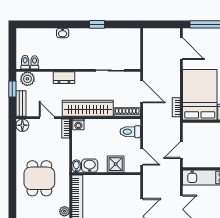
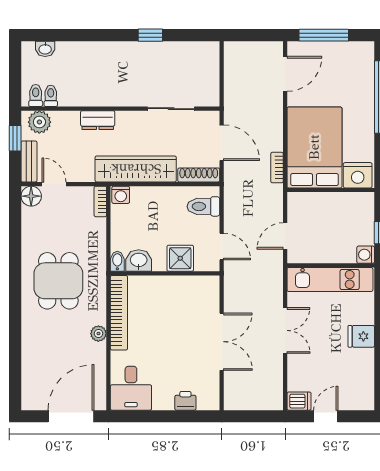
washbasin: (63, 33) -> (45, 49), moved
door: (181, 49) -> (285, 74), hinge flipped
door: (47, 118) -> (54, 184), moved

